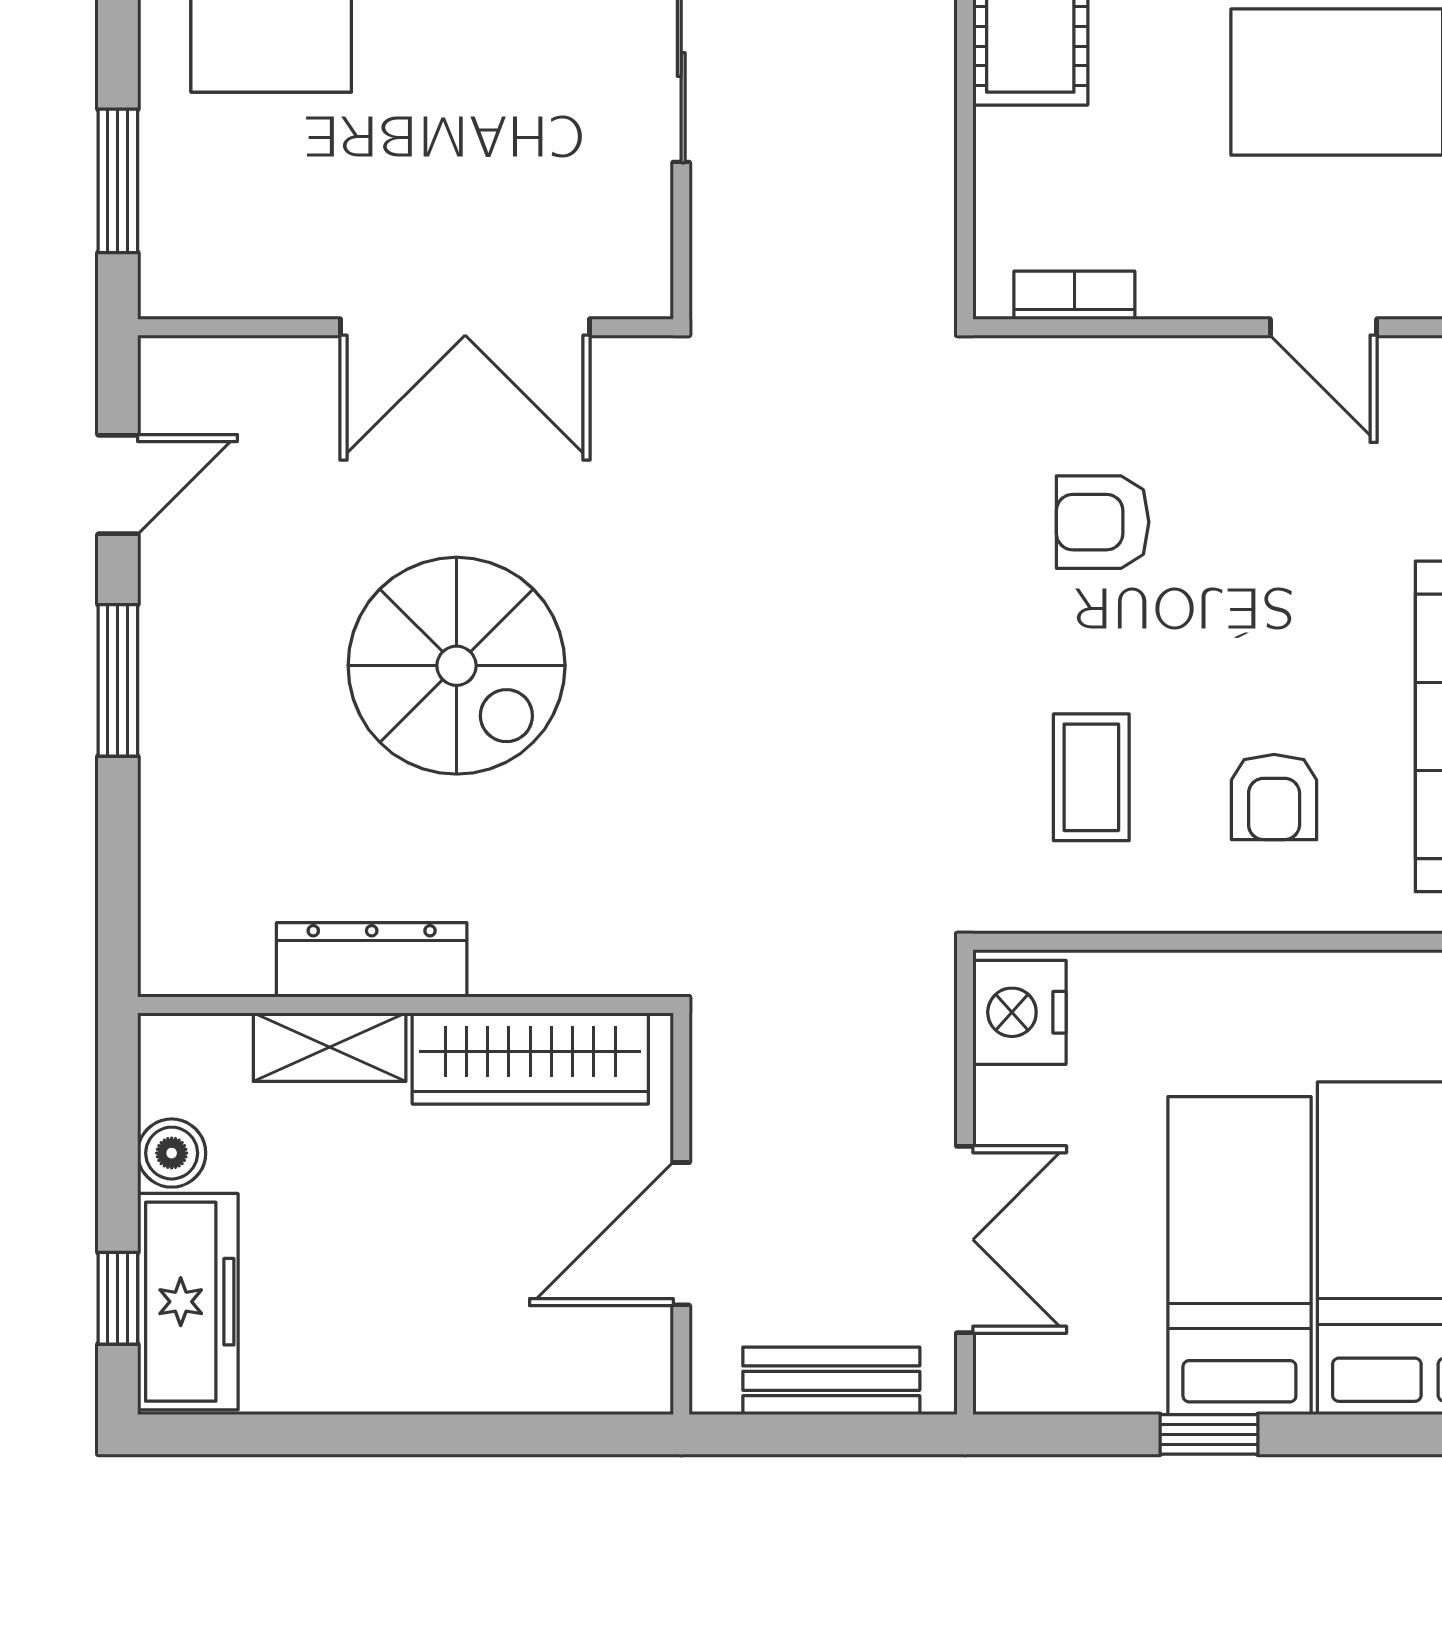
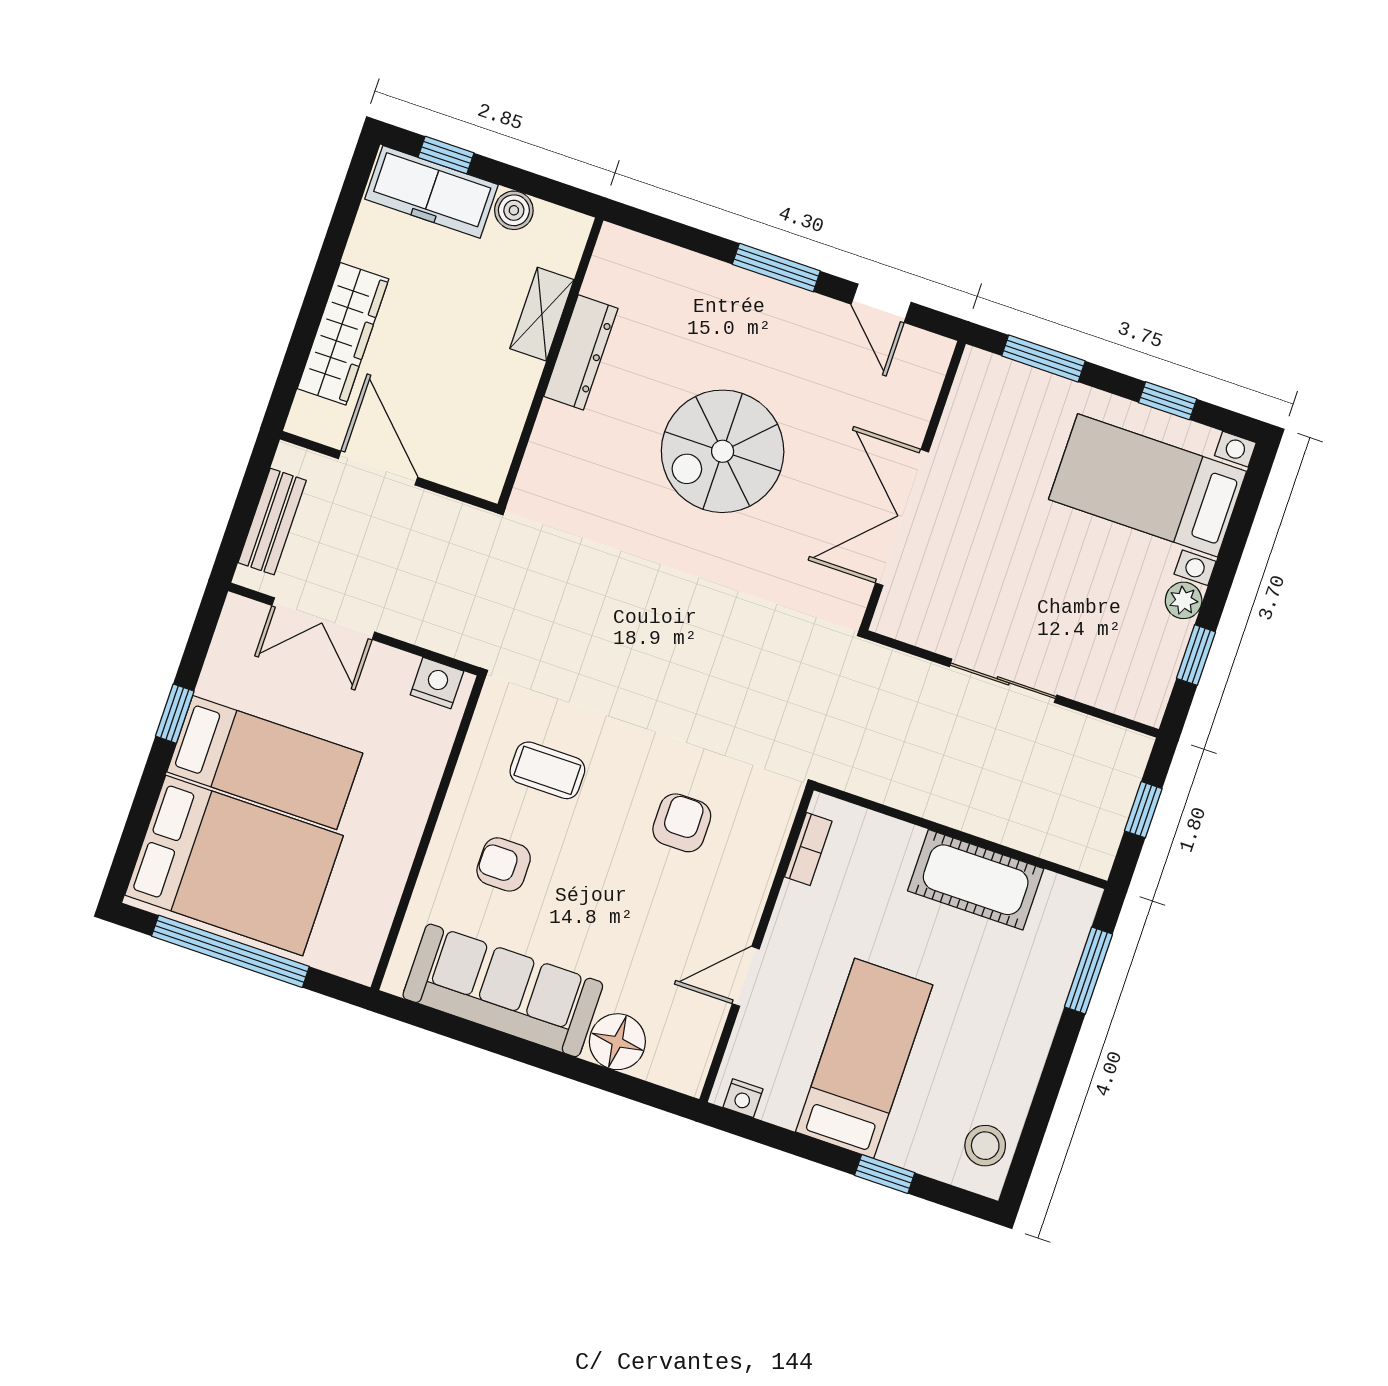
nightstand: (1019, 1012) -> (437, 683), width x0.74, depth x0.75
wardrobe: (530, 1058) -> (343, 334), moved, turned 180

